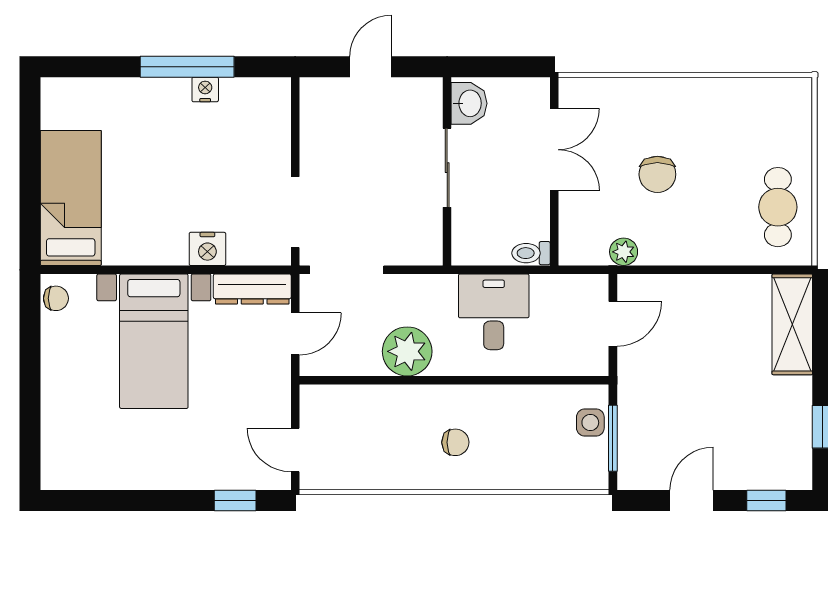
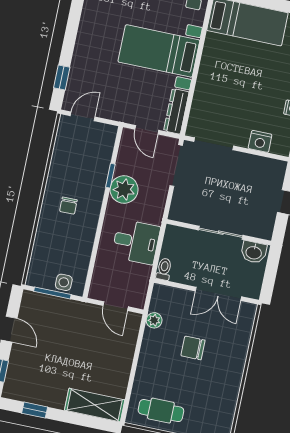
nightstand: (207, 249) -> (260, 141), moved, turned -90
window: (388, 380) -> (110, 176), added

